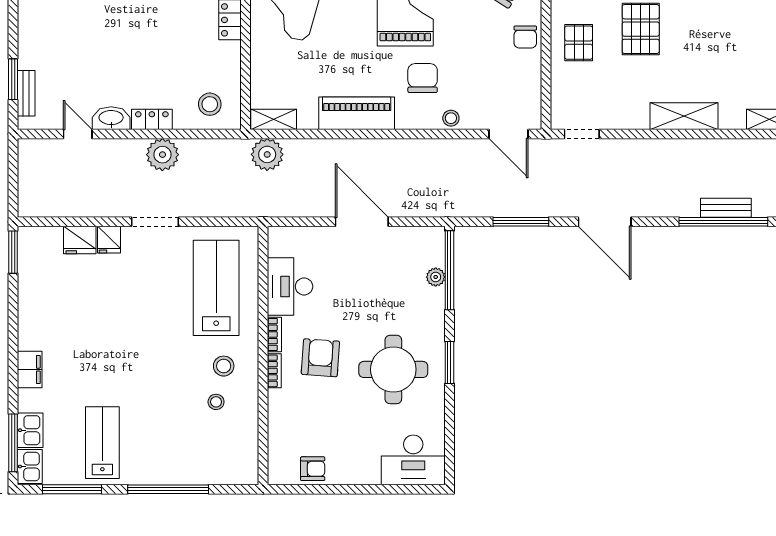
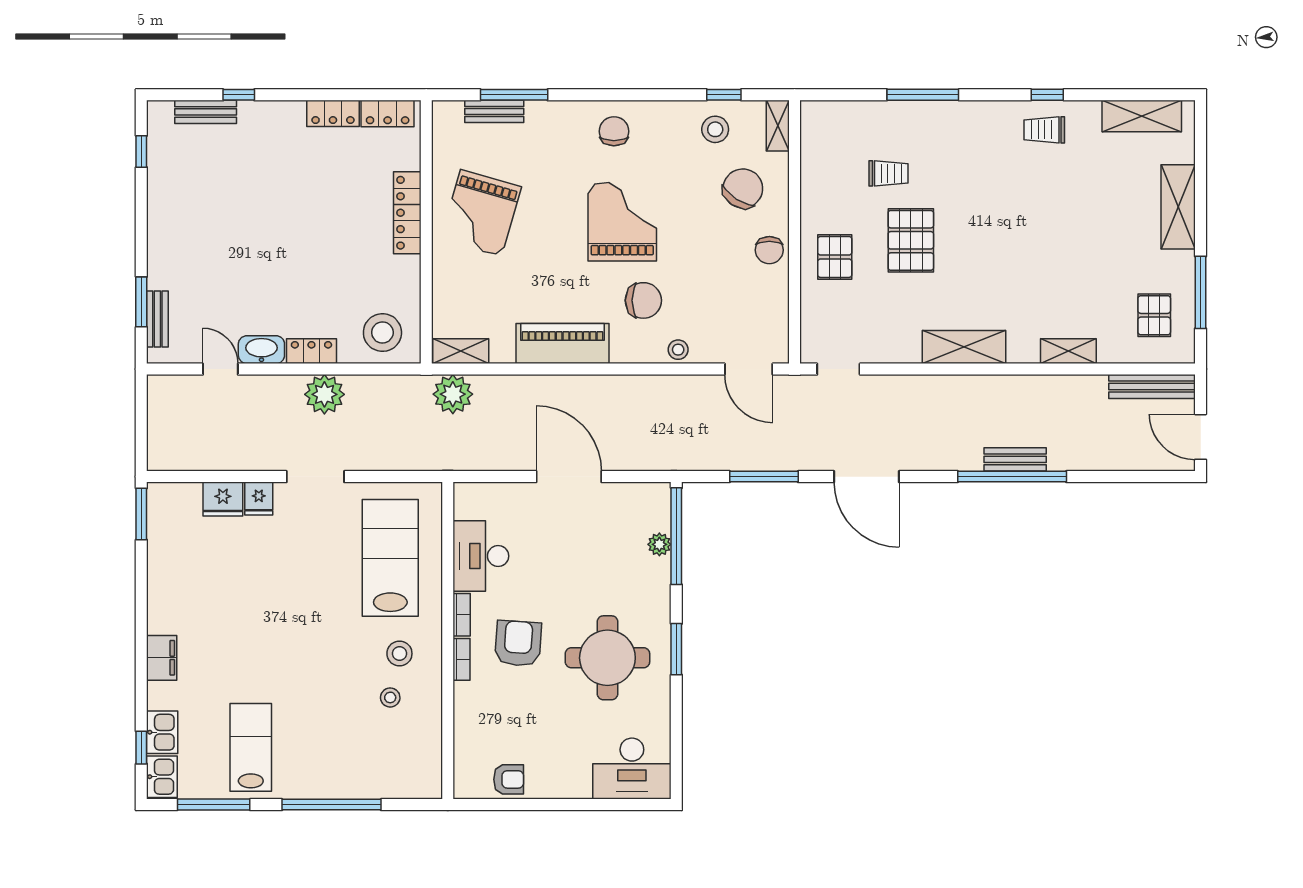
chair: (423, 78) -> (643, 300), turned 90
stool: (210, 104) -> (382, 333), width x1.38, depth x1.38
window: (13, 443) -> (141, 748), width x0.46

